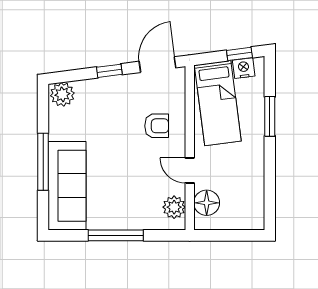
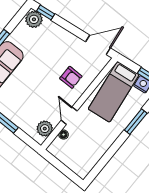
window: (109, 71) -> (46, 12), moved
floor lamp: (207, 203) -> (64, 135), width x0.53, depth x0.53

